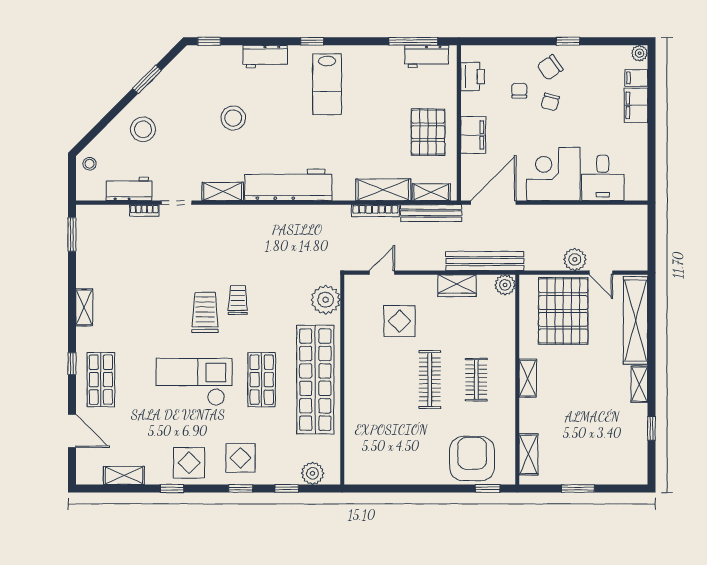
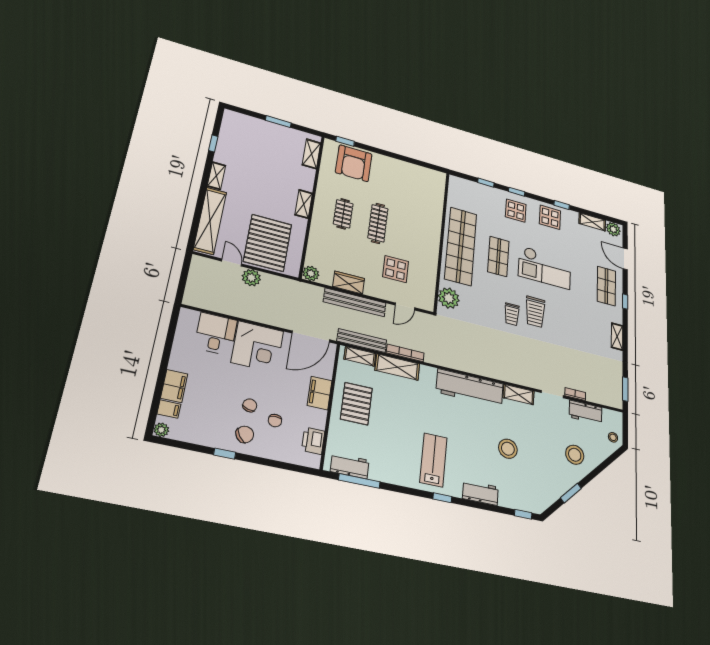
bench: (485, 261) -> (355, 302), moved
plant: (313, 473) -> (613, 229), moved

